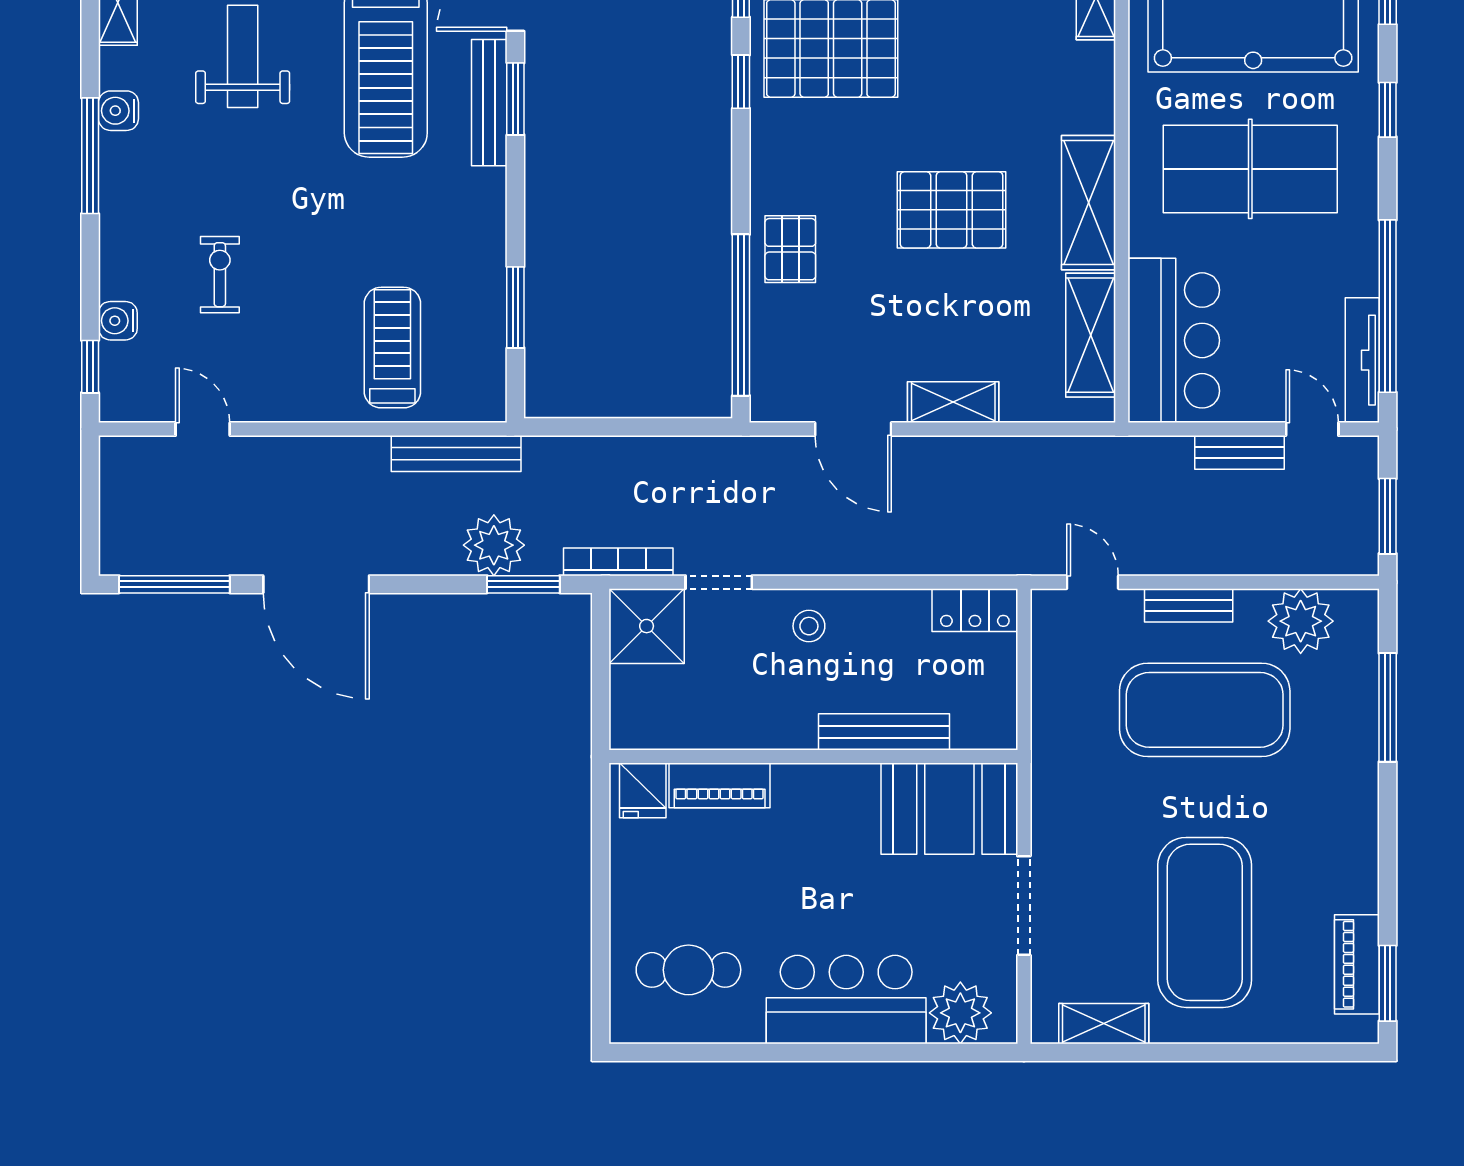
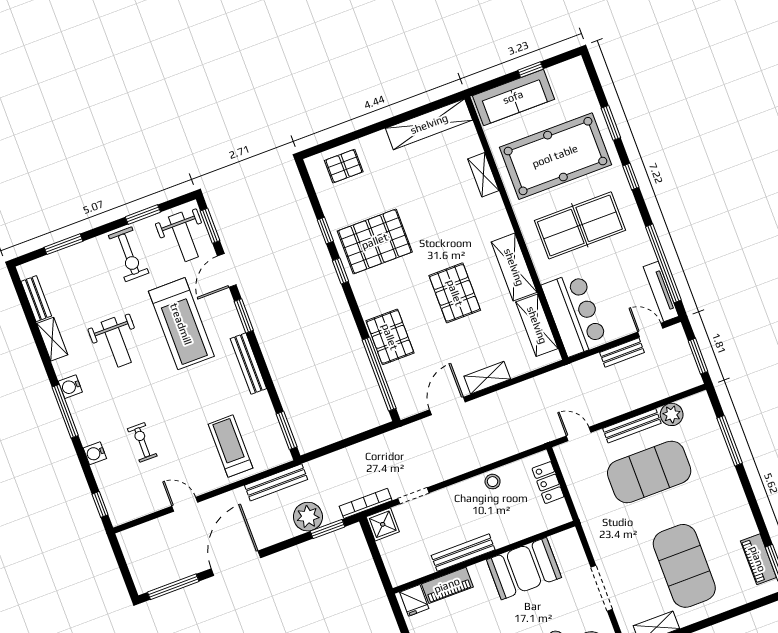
weight bench: (243, 56) -> (116, 342), turned 180
bench: (489, 103) -> (248, 364), moved
pallet: (951, 210) -> (455, 293), turned 90
pallet: (790, 249) -> (390, 337), width x1.50, depth x1.42
window: (515, 307) -> (287, 430), moved
water cooler: (118, 321) -> (95, 453), moved
door: (203, 429) -> (185, 504), moved
door: (853, 429) -> (447, 406), swing flipped
door: (316, 584) -> (236, 563), swing flipped
bench: (1189, 605) -> (632, 426), width x1.36
locker: (975, 610) -> (548, 483), moved, turned 90
plant: (1301, 621) -> (672, 414), width x0.73, depth x0.73
shower: (647, 626) -> (383, 524), width x0.73, depth x0.73
stool: (809, 626) -> (493, 482), moved
bench: (884, 732) -> (463, 553), moved
booth: (949, 809) -> (524, 569), moved

